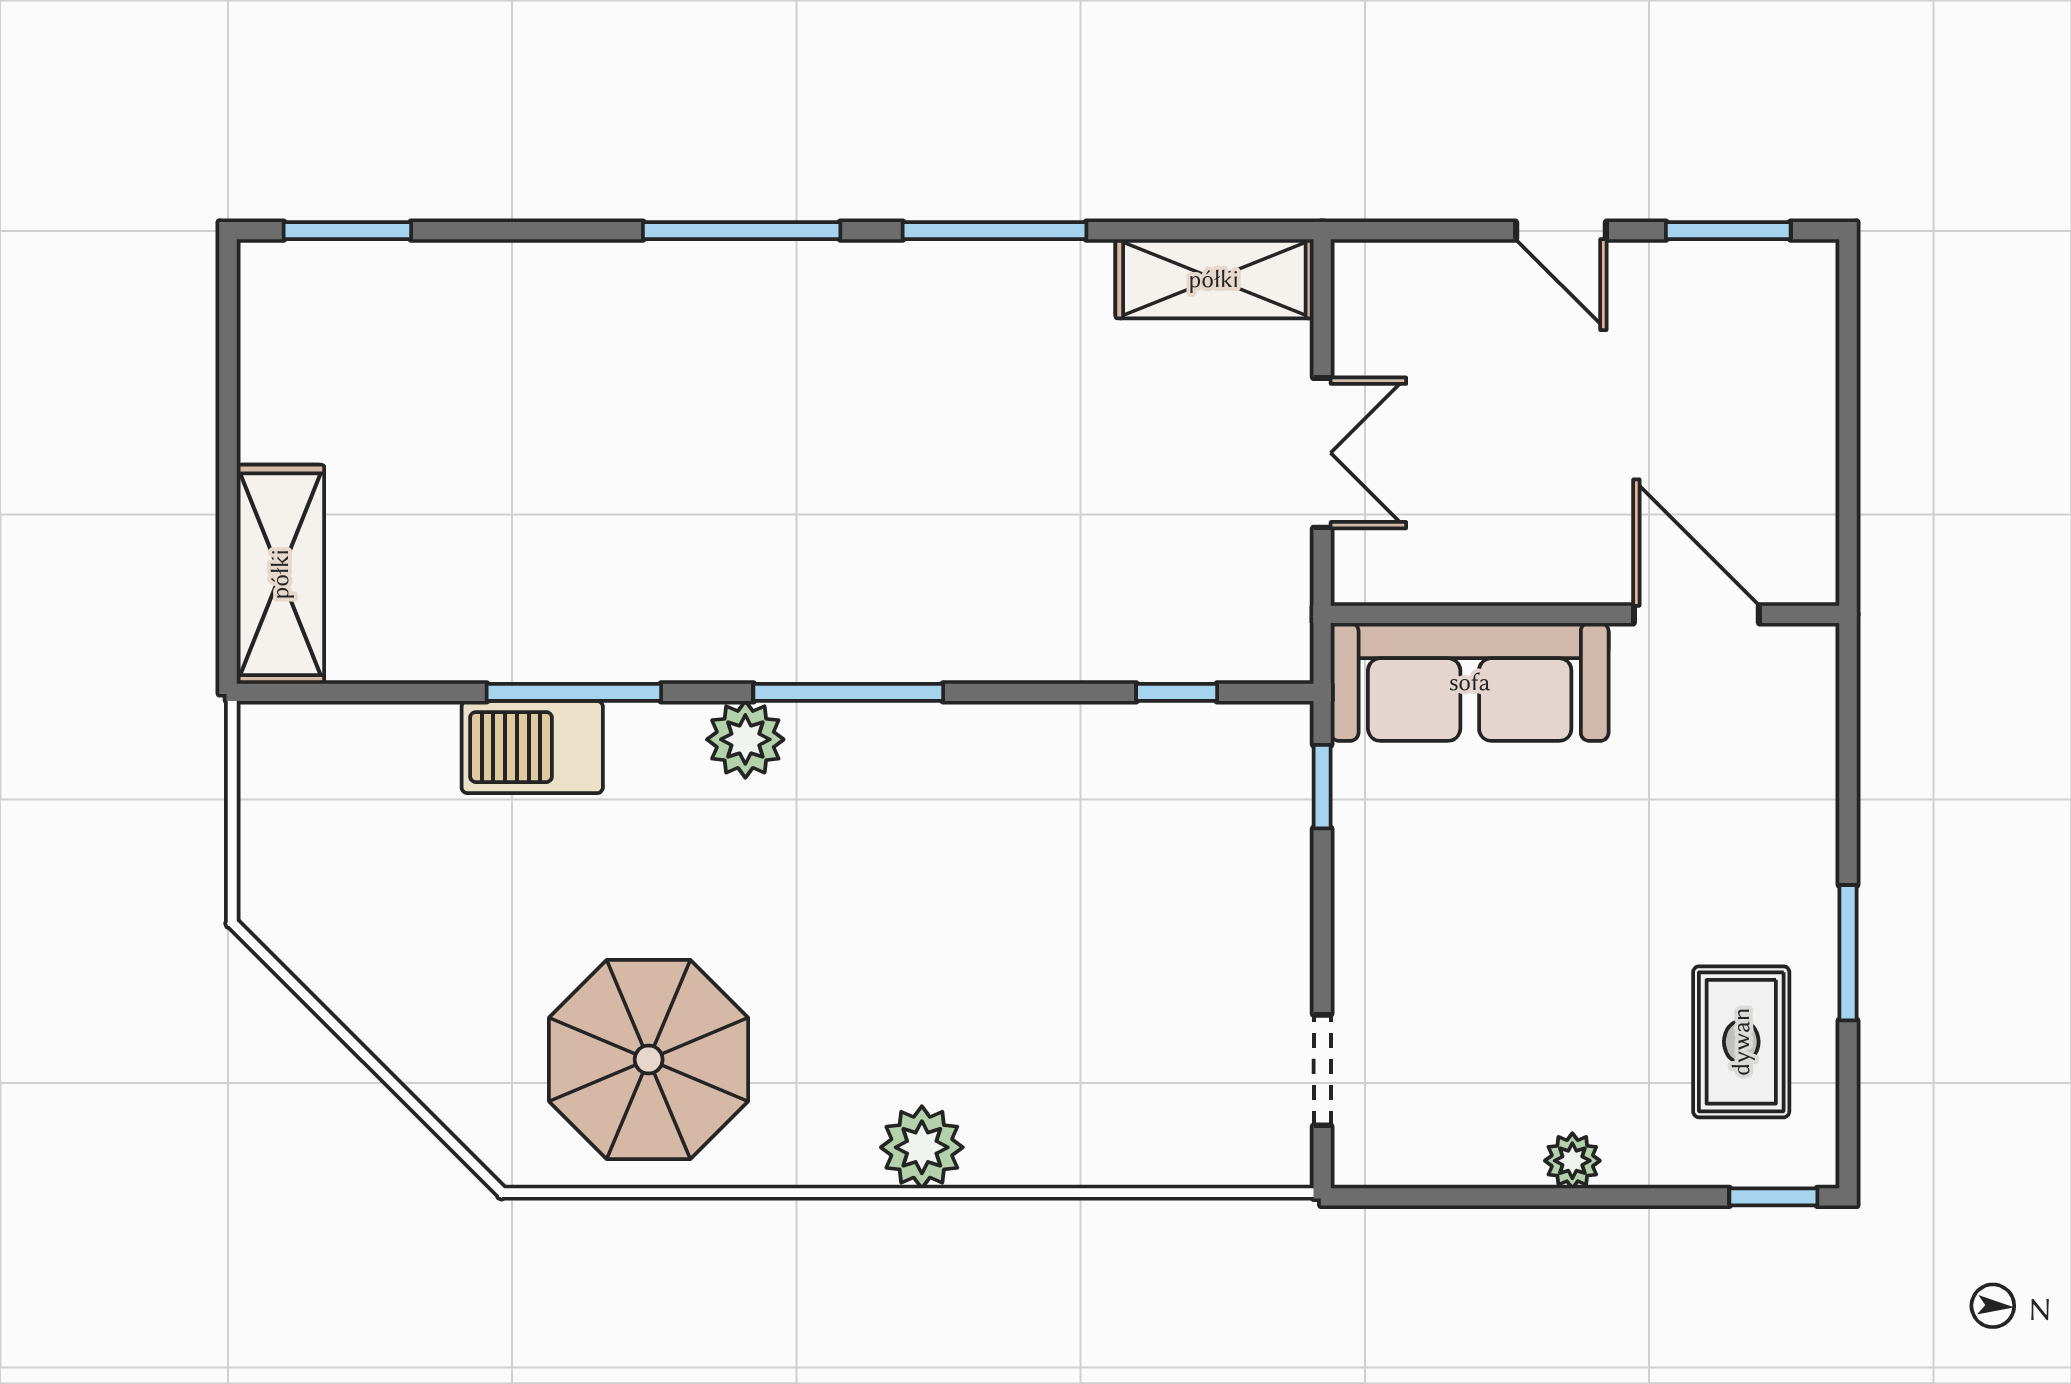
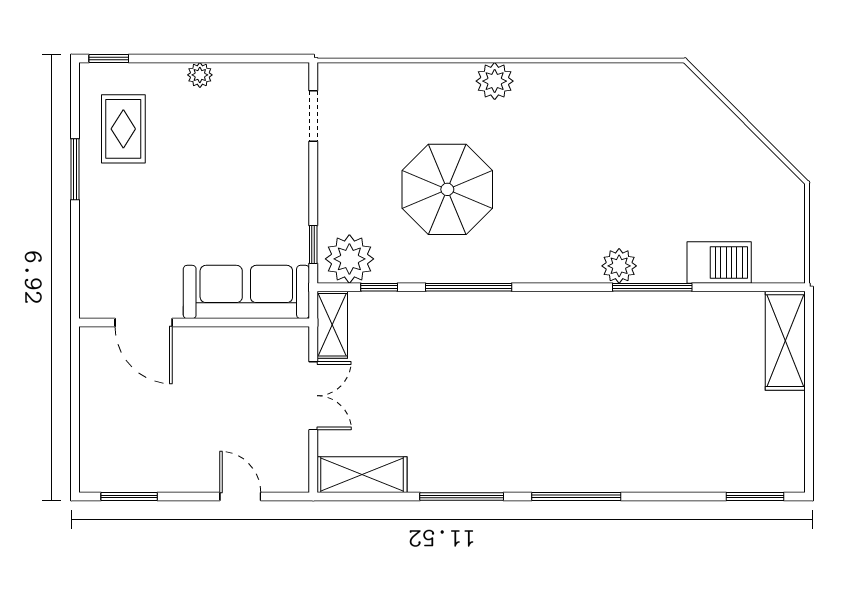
door: (1561, 231) -> (240, 496), moved
double door: (1322, 453) -> (313, 396), swing flipped
shelving: (1280, 610) -> (332, 325), added
window: (848, 692) -> (469, 287), moved
plant: (745, 739) -> (619, 266), moved
barbecue: (532, 747) -> (719, 262), moved
plant: (1242, 755) -> (349, 259), added
parasol: (649, 1060) -> (447, 189), moved

